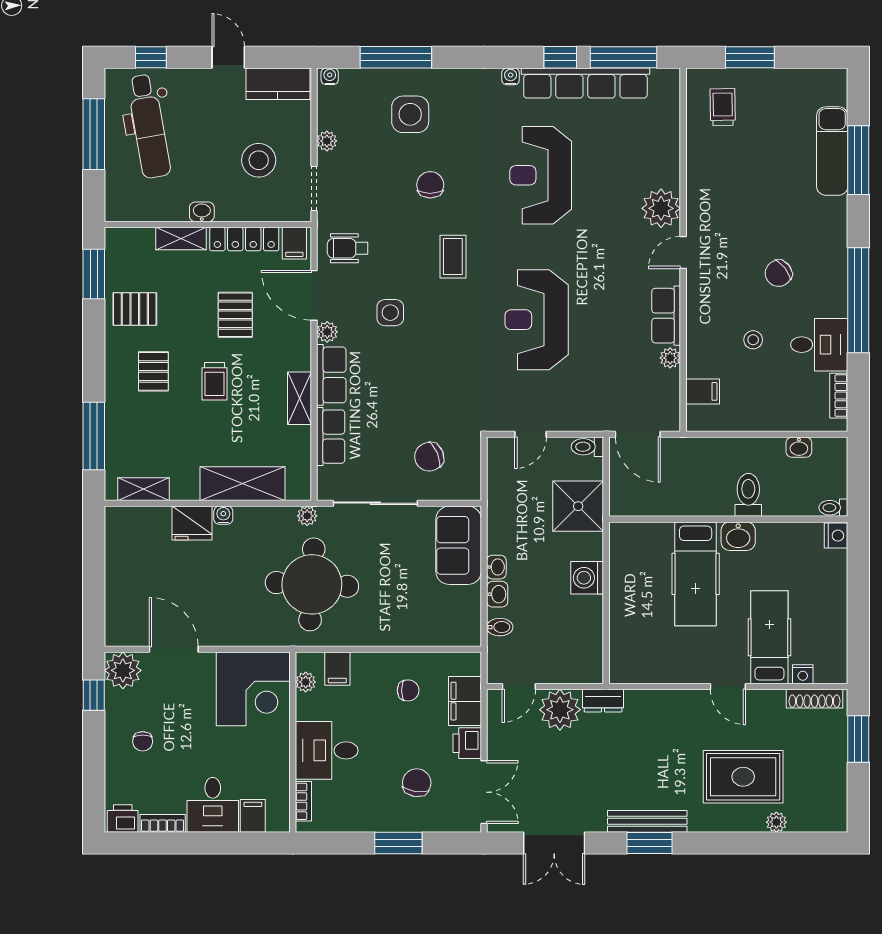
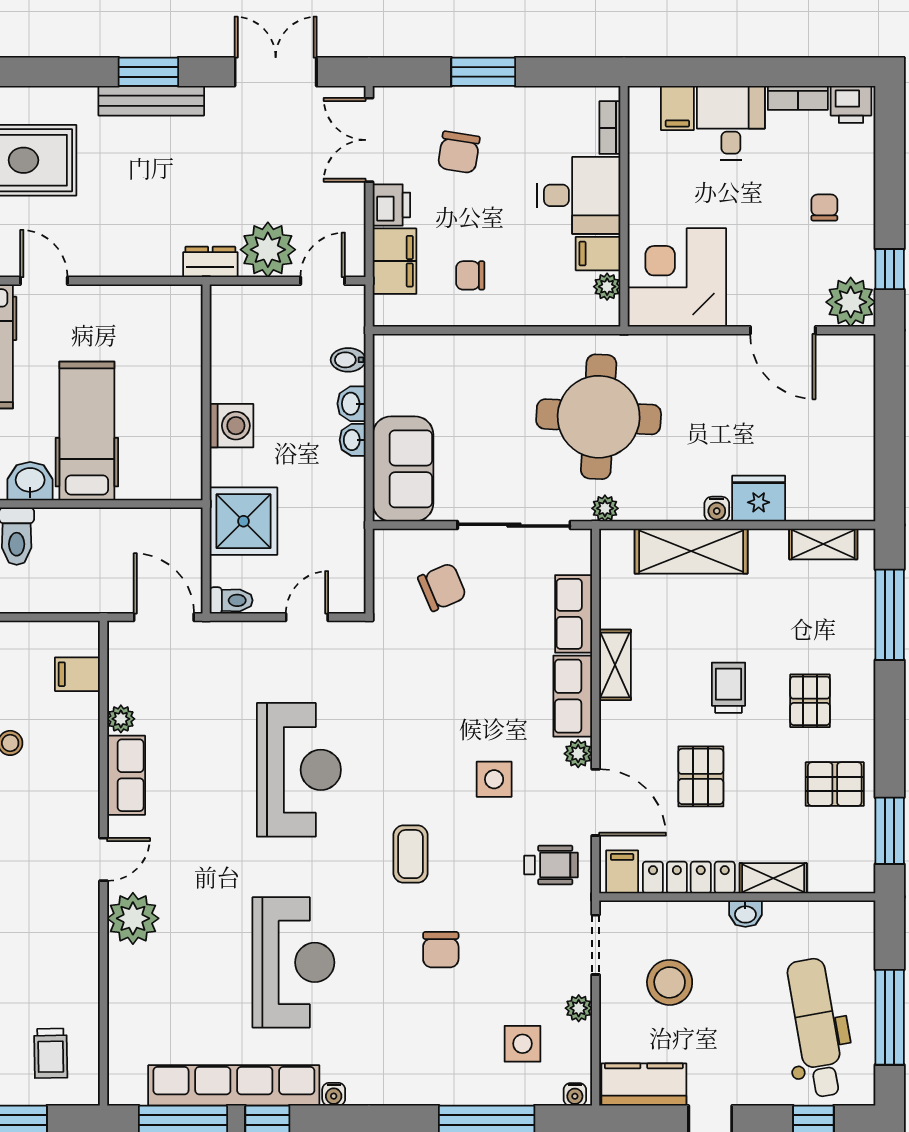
side table: (410, 114) -> (523, 1044), moved, width x0.73, depth x0.73
filing cabinet: (337, 669) -> (598, 254), moved, turned -90

